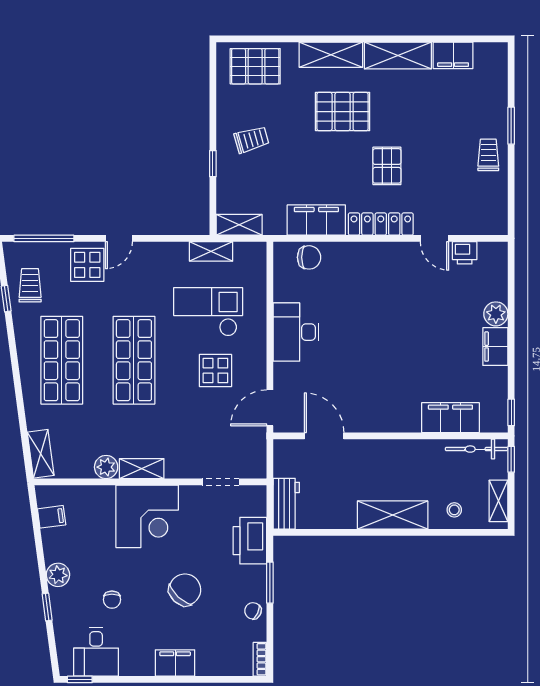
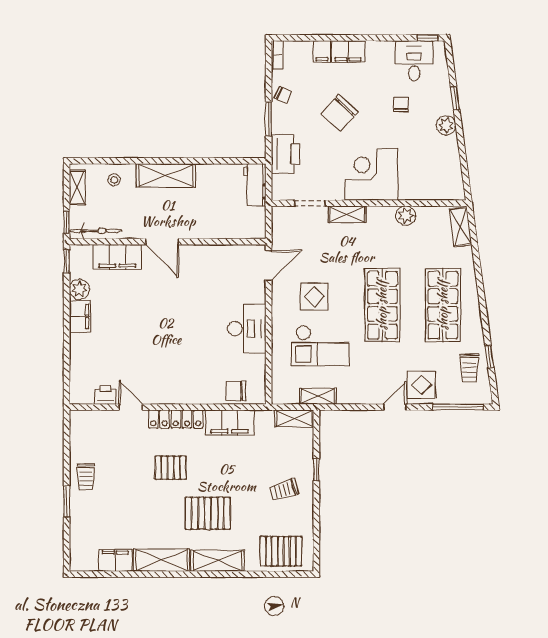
pallet: (387, 166) -> (171, 468), turned 90
plant: (496, 314) -> (79, 289), moved
door: (324, 436) -> (162, 242), moved
shelving: (142, 469) -> (347, 214), moved
filing cabinet: (52, 517) -> (322, 52), moved, turned -82

